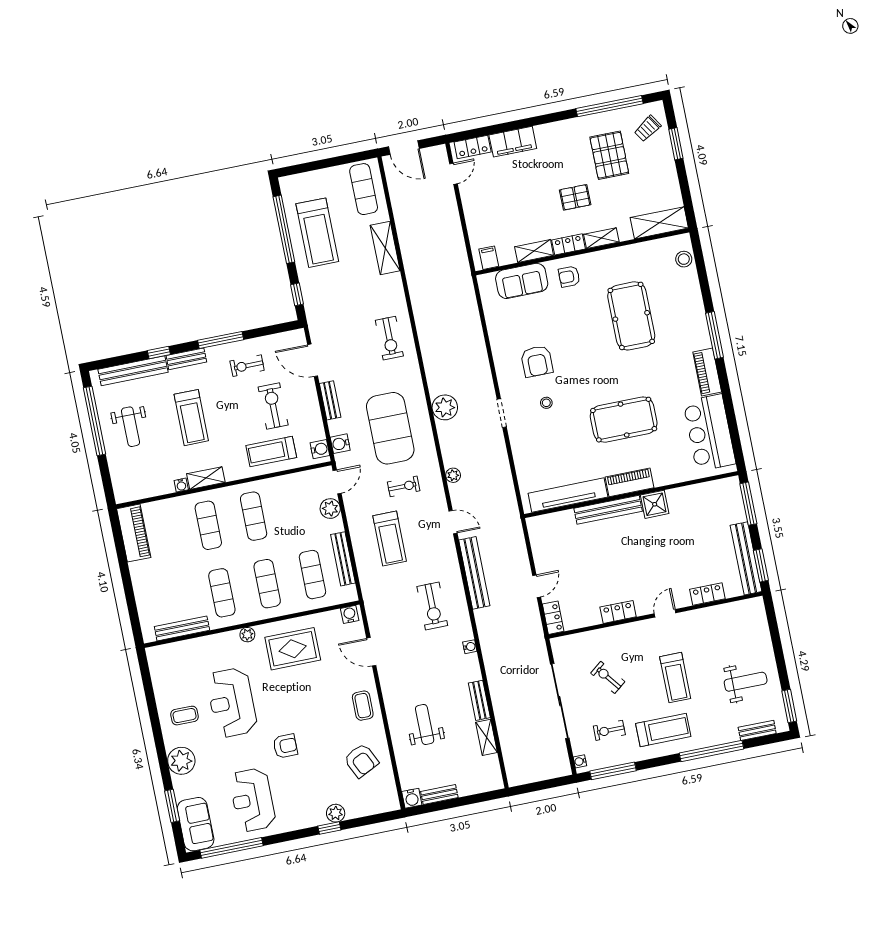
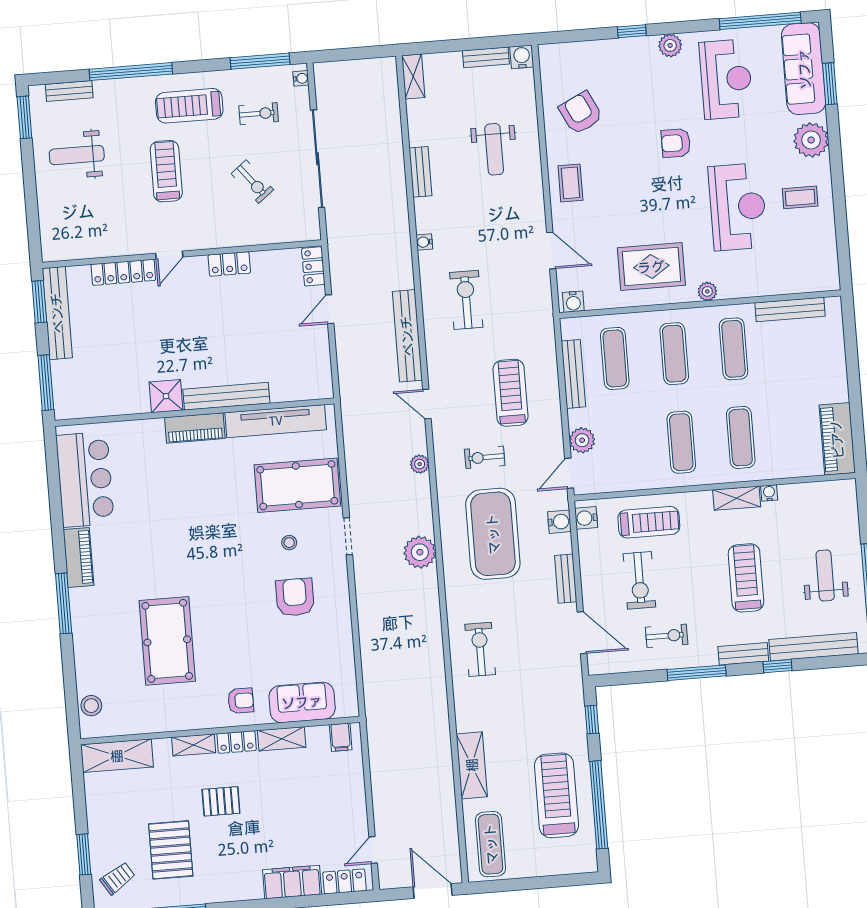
pool table: (624, 420) -> (297, 485), moved
locker: (707, 594) -> (123, 272), width x1.53
shelving: (486, 737) -> (413, 77), moved
plant: (336, 813) -> (670, 45), moved
sofa: (196, 824) -> (804, 69), width x1.36

